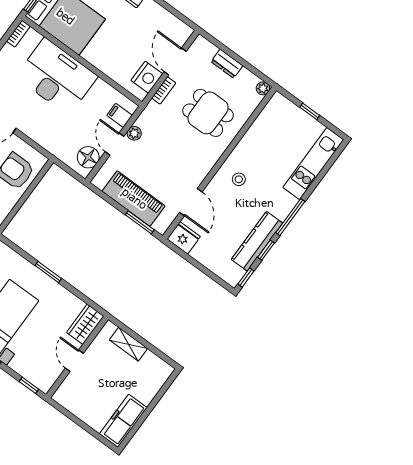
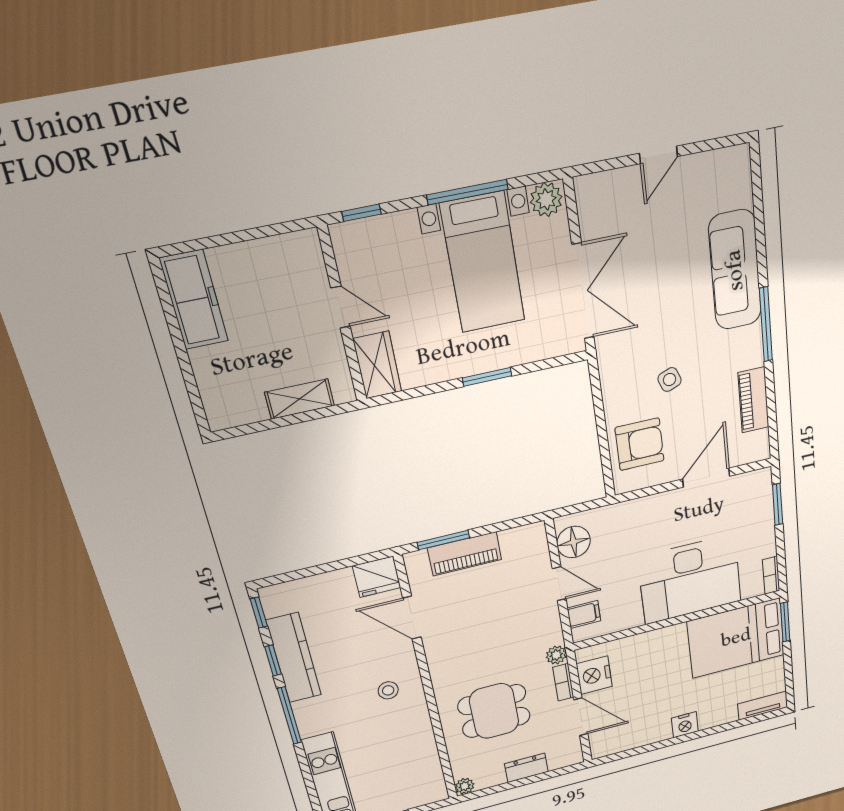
plant: (134, 133) -> (556, 655), moved
piano: (134, 199) -> (465, 554), width x0.73, depth x0.75

